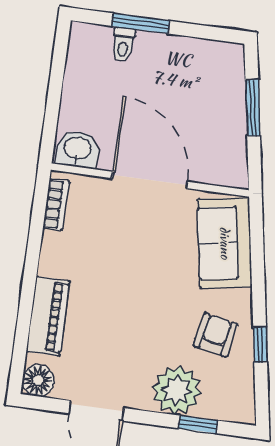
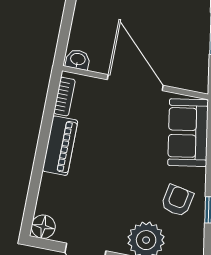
washbasin: (78, 149) -> (78, 60), width x0.72, depth x0.69
piano: (48, 316) -> (60, 146), moved

